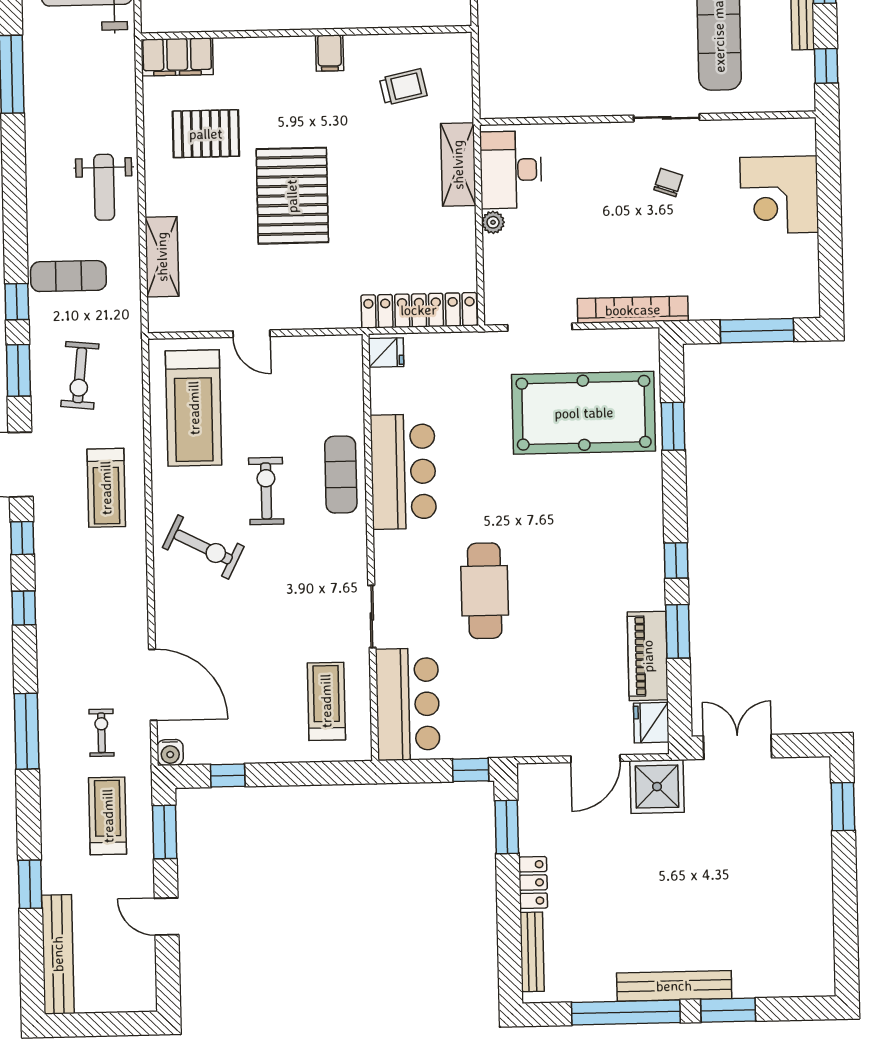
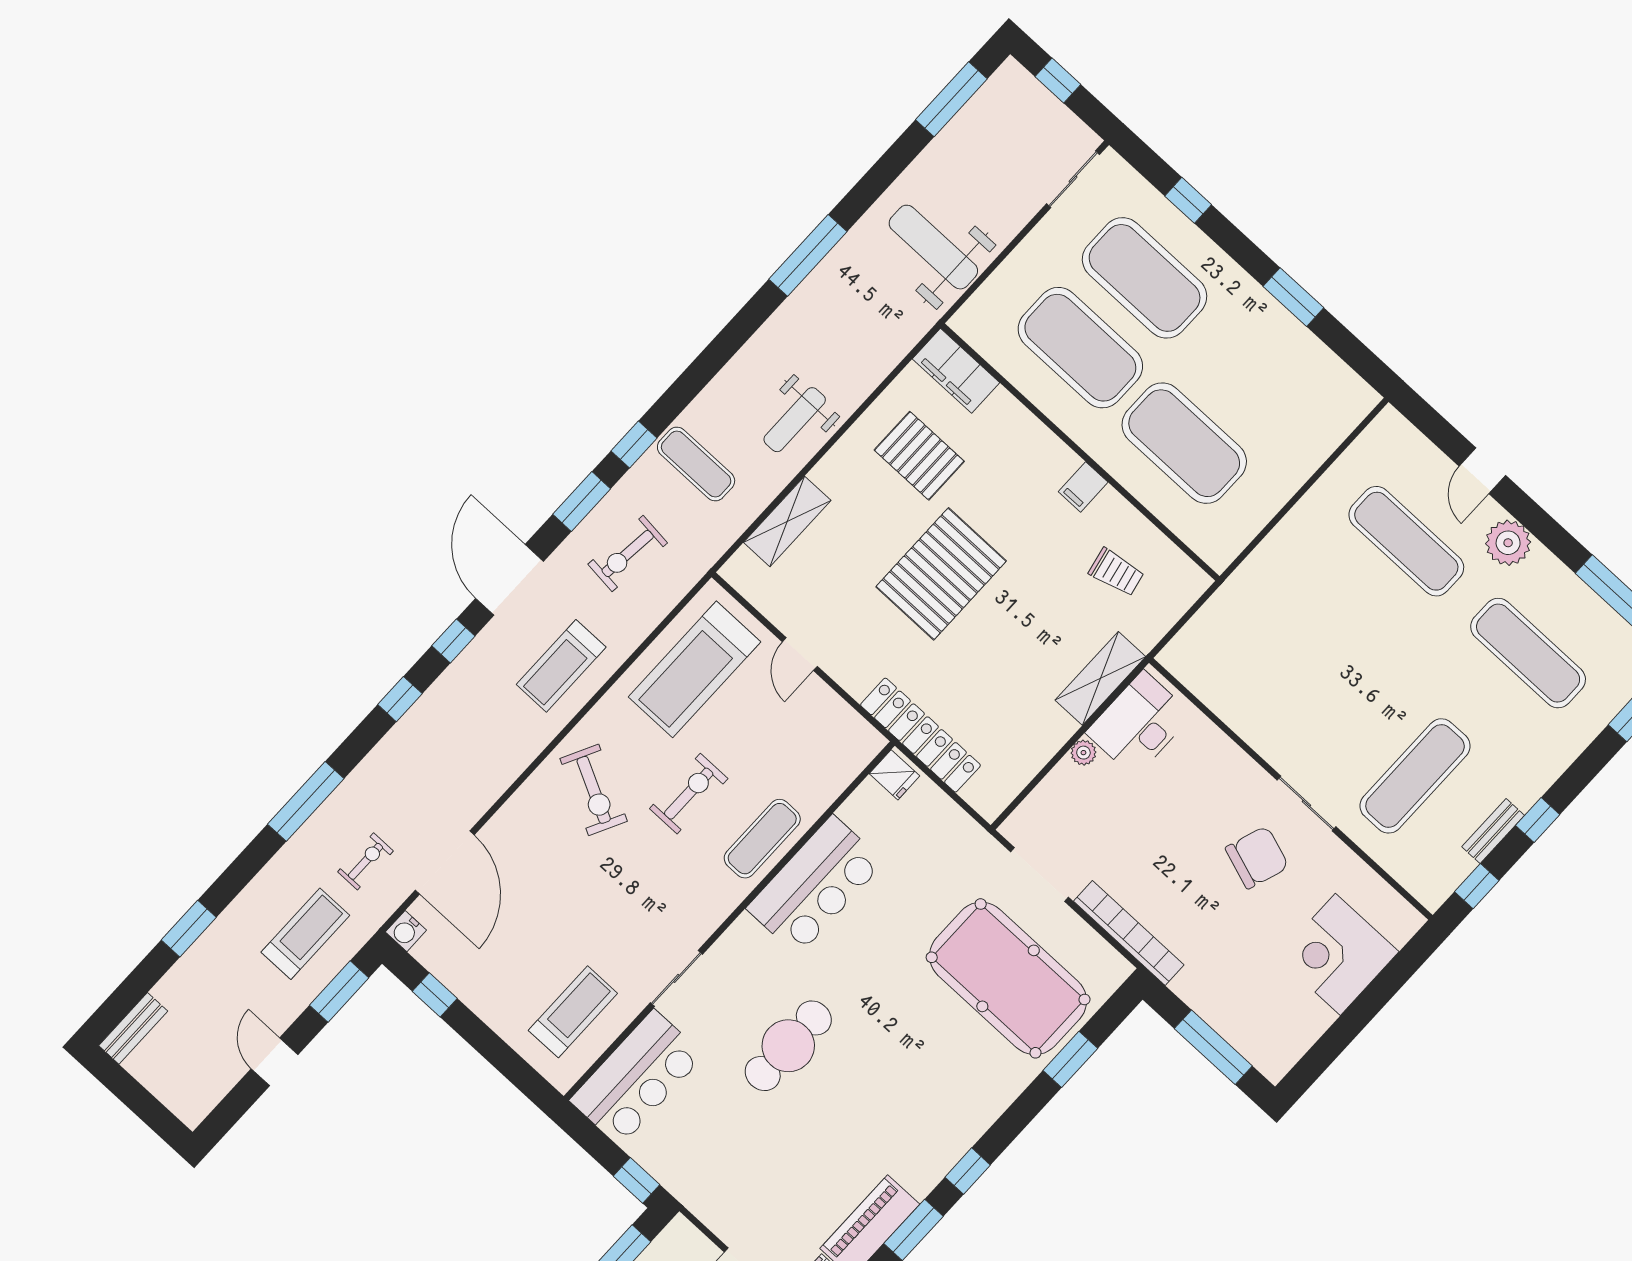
chair: (668, 183) -> (1257, 857), width x1.87, depth x1.87
locker: (419, 310) -> (920, 735), moved
bench: (58, 954) -> (133, 1028), width x0.54, depth x0.82

